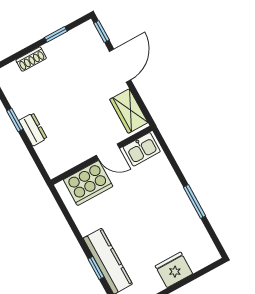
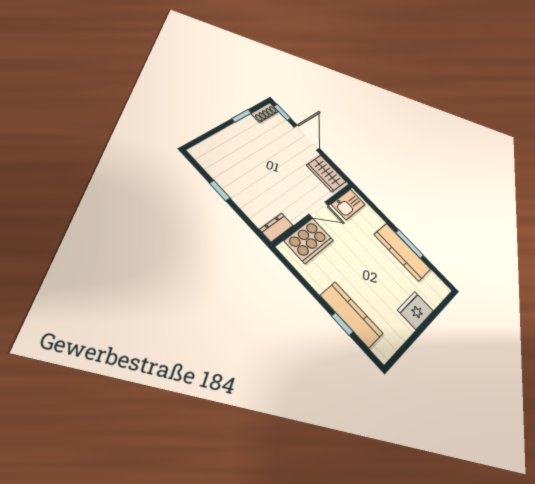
shoe rack: (31, 59) -> (265, 113), moved
dresser: (33, 129) -> (276, 227), moved, turned -90
kitchen counter: (183, 209) -> (402, 252), added

